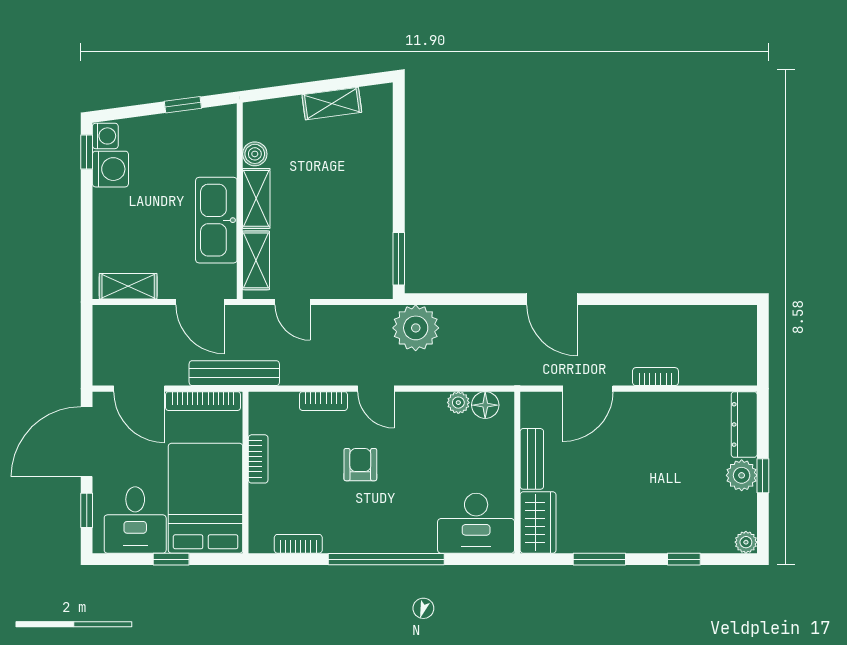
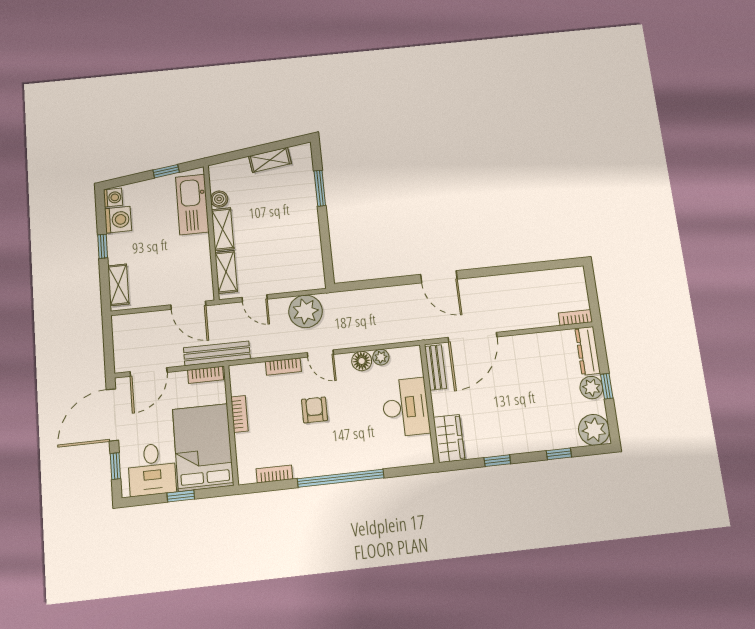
window: (87, 152) -> (103, 246), moved
kitchen sink: (216, 220) -> (192, 204), moved
window: (399, 259) -> (320, 188), moved
shelving: (128, 286) -> (118, 285), moved, turned 90
plant: (416, 328) -> (306, 311), moved
bookcase: (655, 377) -> (575, 318), moved
door: (139, 389) -> (149, 372), hinge flipped
door: (588, 389) -> (473, 337), width x1.36
bookcase: (203, 401) -> (206, 375), width x0.64
floor lamp: (485, 405) -> (362, 361), moved
bench: (532, 459) -> (436, 367), moved
desk: (476, 523) -> (406, 407), moved, turned -90
plant: (746, 542) -> (594, 430), width x1.88, depth x1.88
window: (599, 559) -> (497, 461), width x0.67

